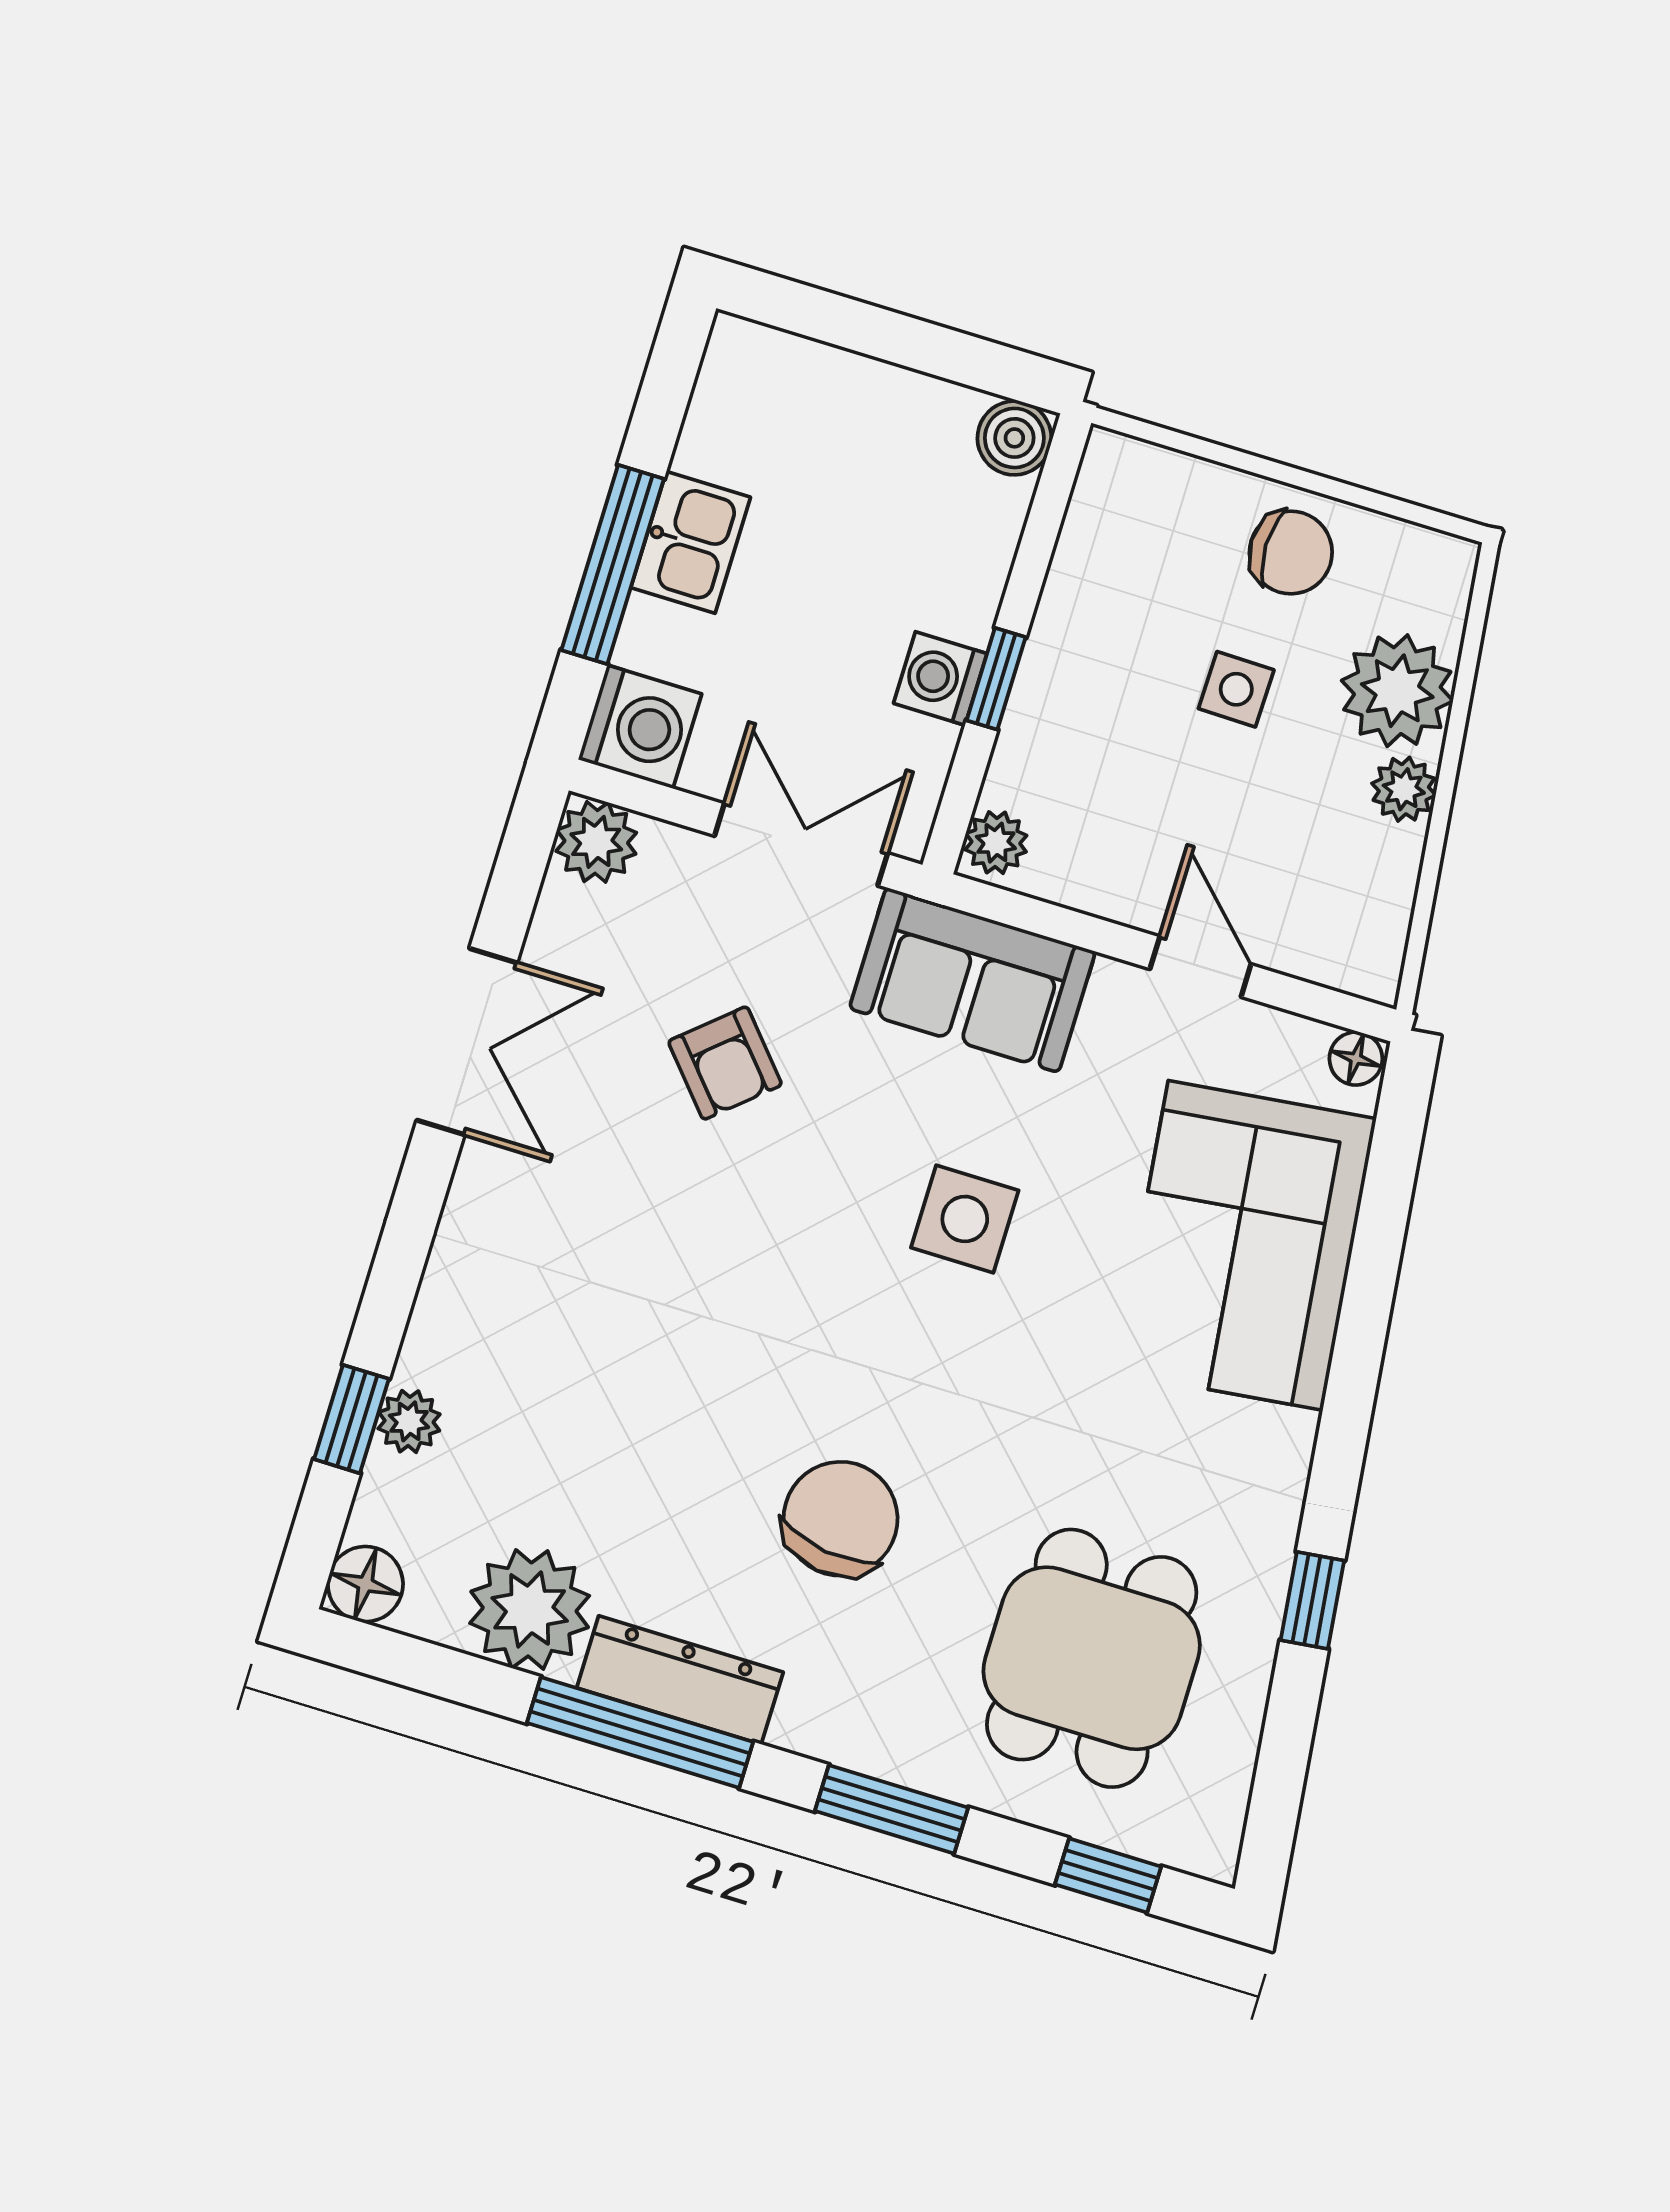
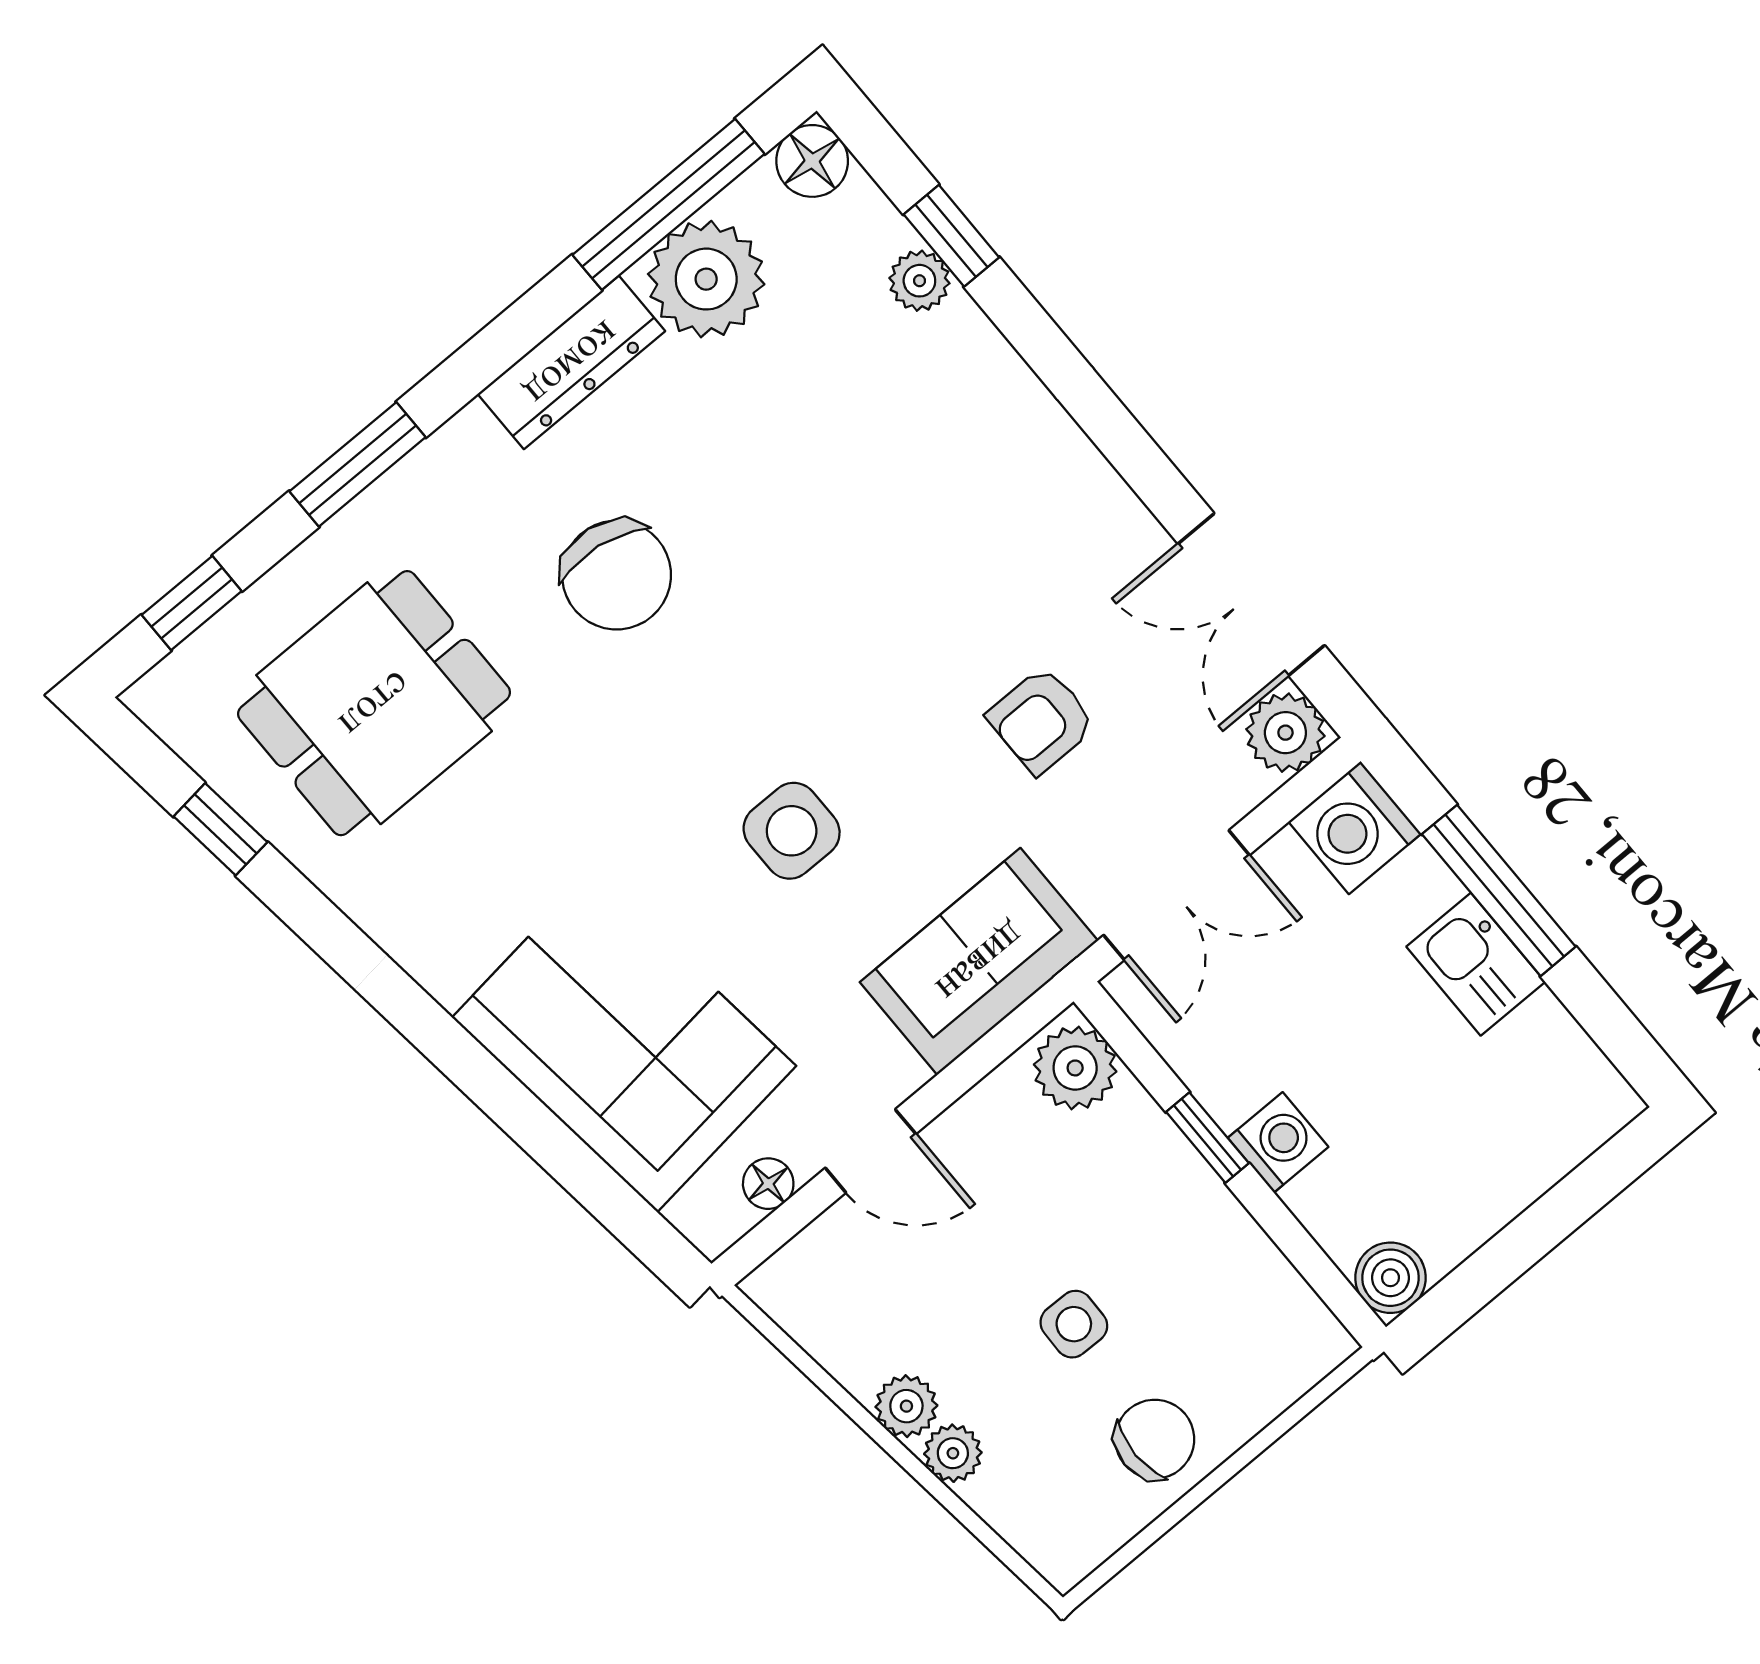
chair: (1291, 553) -> (1155, 1439), turned 180
washing machine: (940, 678) -> (1278, 1142), moved
plant: (1397, 691) -> (953, 1453), width x0.53, depth x0.53
plant: (996, 843) -> (1075, 1068), width x1.38, depth x1.38
double door: (467, 1042) -> (1251, 594), moved
floor lamp: (1356, 1059) -> (768, 1184), moved
armchair: (725, 1063) -> (1041, 720), turned -49
window: (1312, 1600) -> (220, 829), moved
dining table: (1092, 1658) -> (374, 703), turned 90
window: (640, 1732) -> (668, 204), moved

